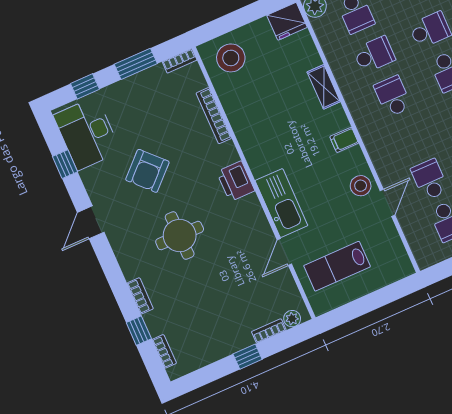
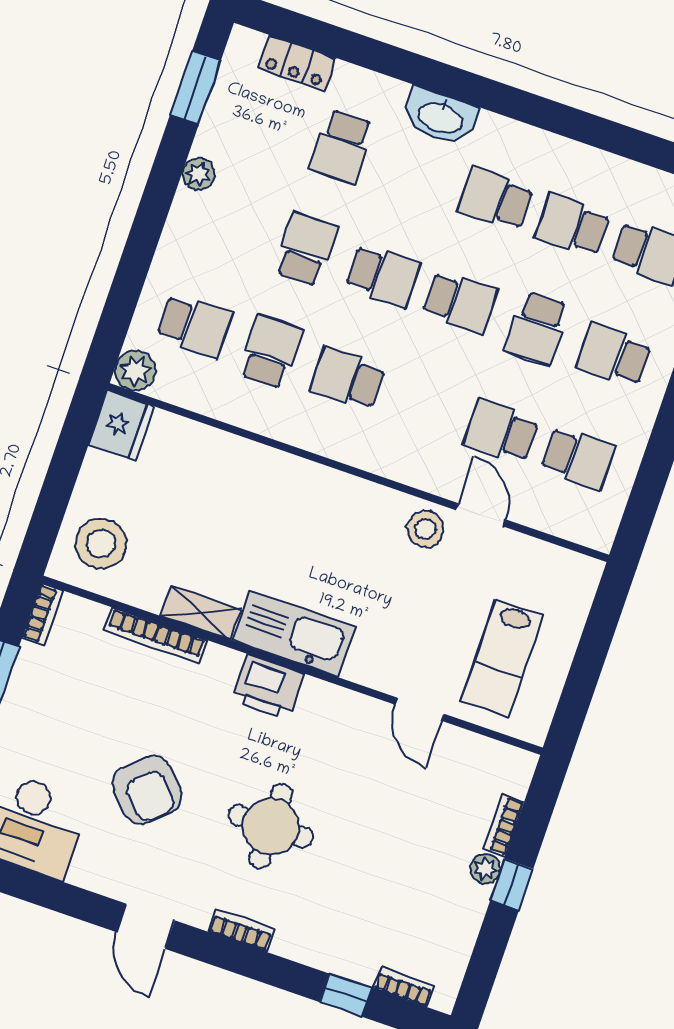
shelving: (324, 87) -> (201, 613), moved
filing cabinet: (344, 140) -> (346, 495), removed
window: (65, 164) -> (38, 889), removed
kitchen sink: (281, 203) -> (294, 634), moved
bookcase: (140, 296) -> (241, 930), moved
plant: (292, 319) -> (486, 869), moved

